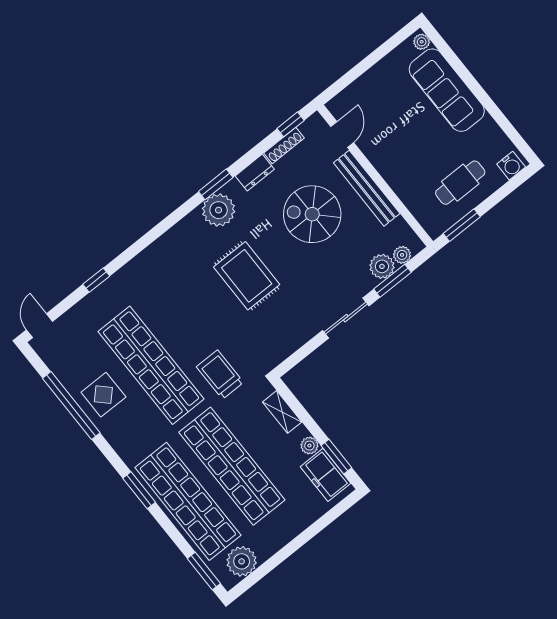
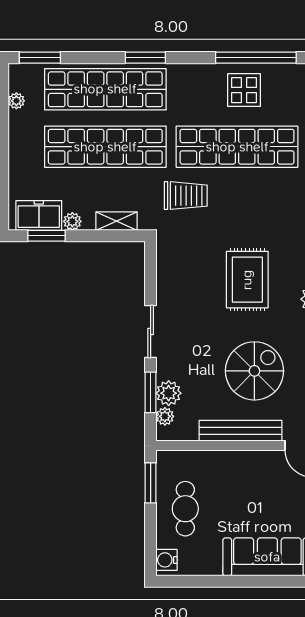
rug: (247, 276) -> (247, 280), turned 90
plant: (242, 561) -> (16, 101), width x0.53, depth x0.53

